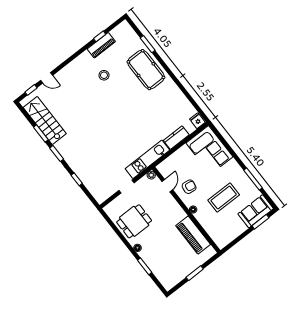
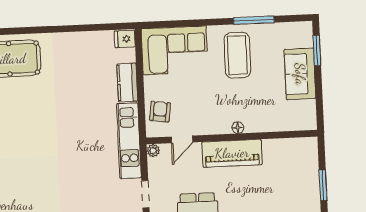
door: (167, 186) -> (182, 139), swing flipped
armchair: (189, 187) -> (160, 112), moved
coffee table: (224, 198) -> (237, 55), moved
sofa: (256, 211) -> (300, 74), moved
piano: (193, 235) -> (232, 153), moved

